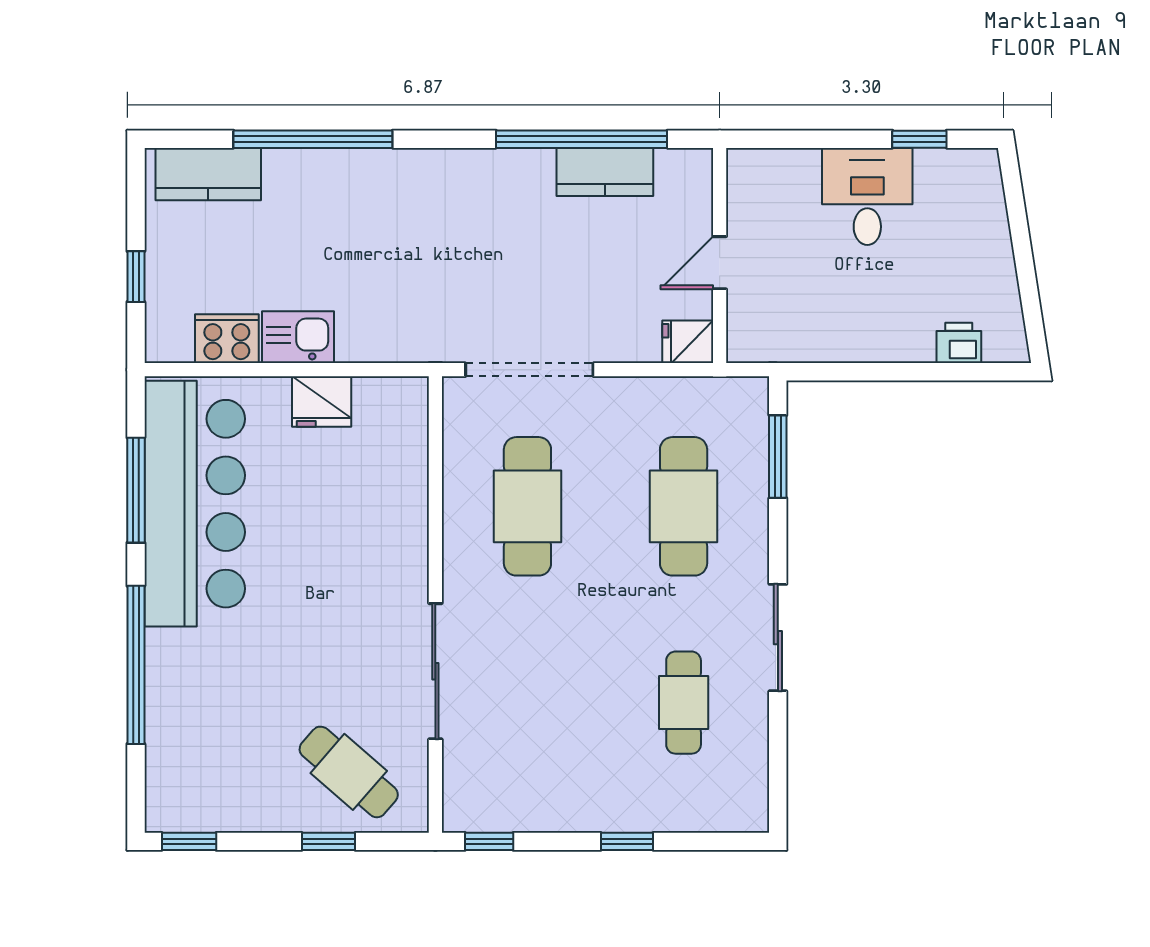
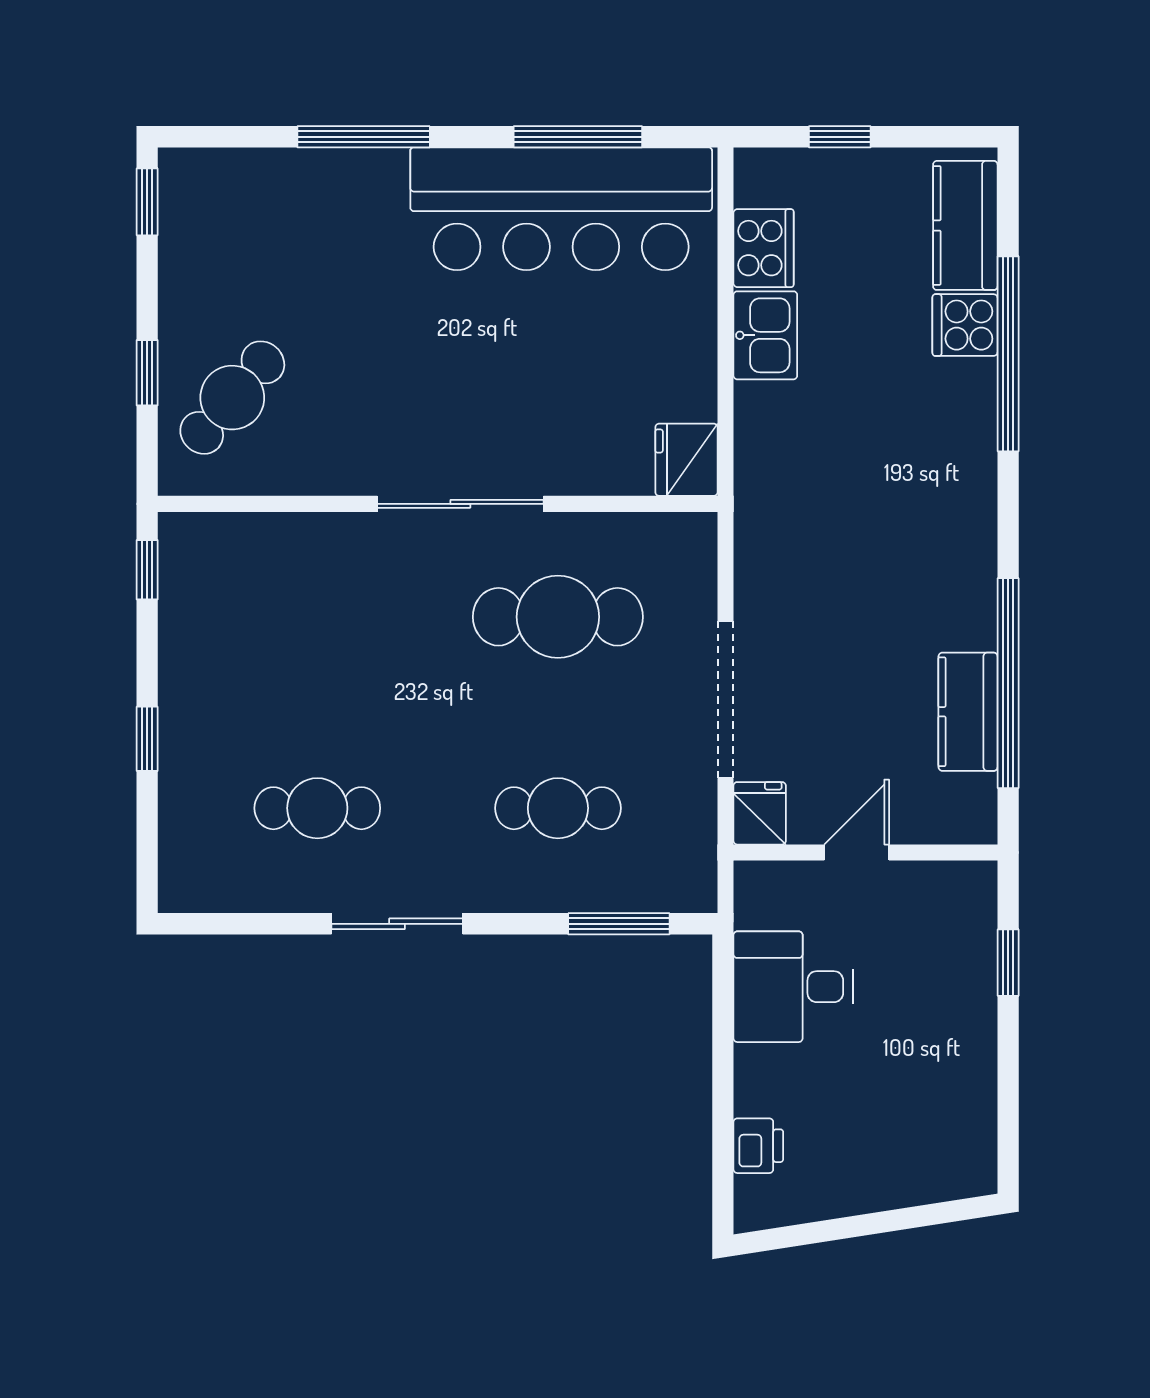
window: (919, 139) -> (1008, 963), moved
cooker: (290, 174) -> (965, 325), added
desk: (867, 196) -> (793, 987), moved, turned 180
door: (720, 263) -> (857, 852), hinge flipped
doorway: (529, 370) -> (726, 700), moved
fridge: (322, 402) -> (686, 460), moved
cafe table: (684, 506) -> (558, 808), width x0.73, depth x0.74
window: (136, 665) -> (364, 137), width x0.68
sliding door: (435, 671) -> (460, 504), moved

